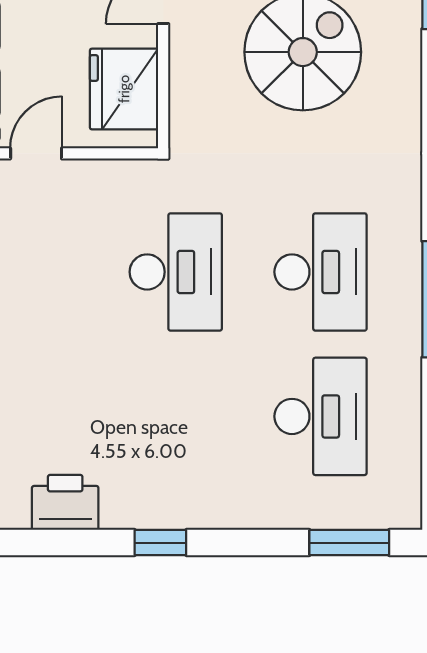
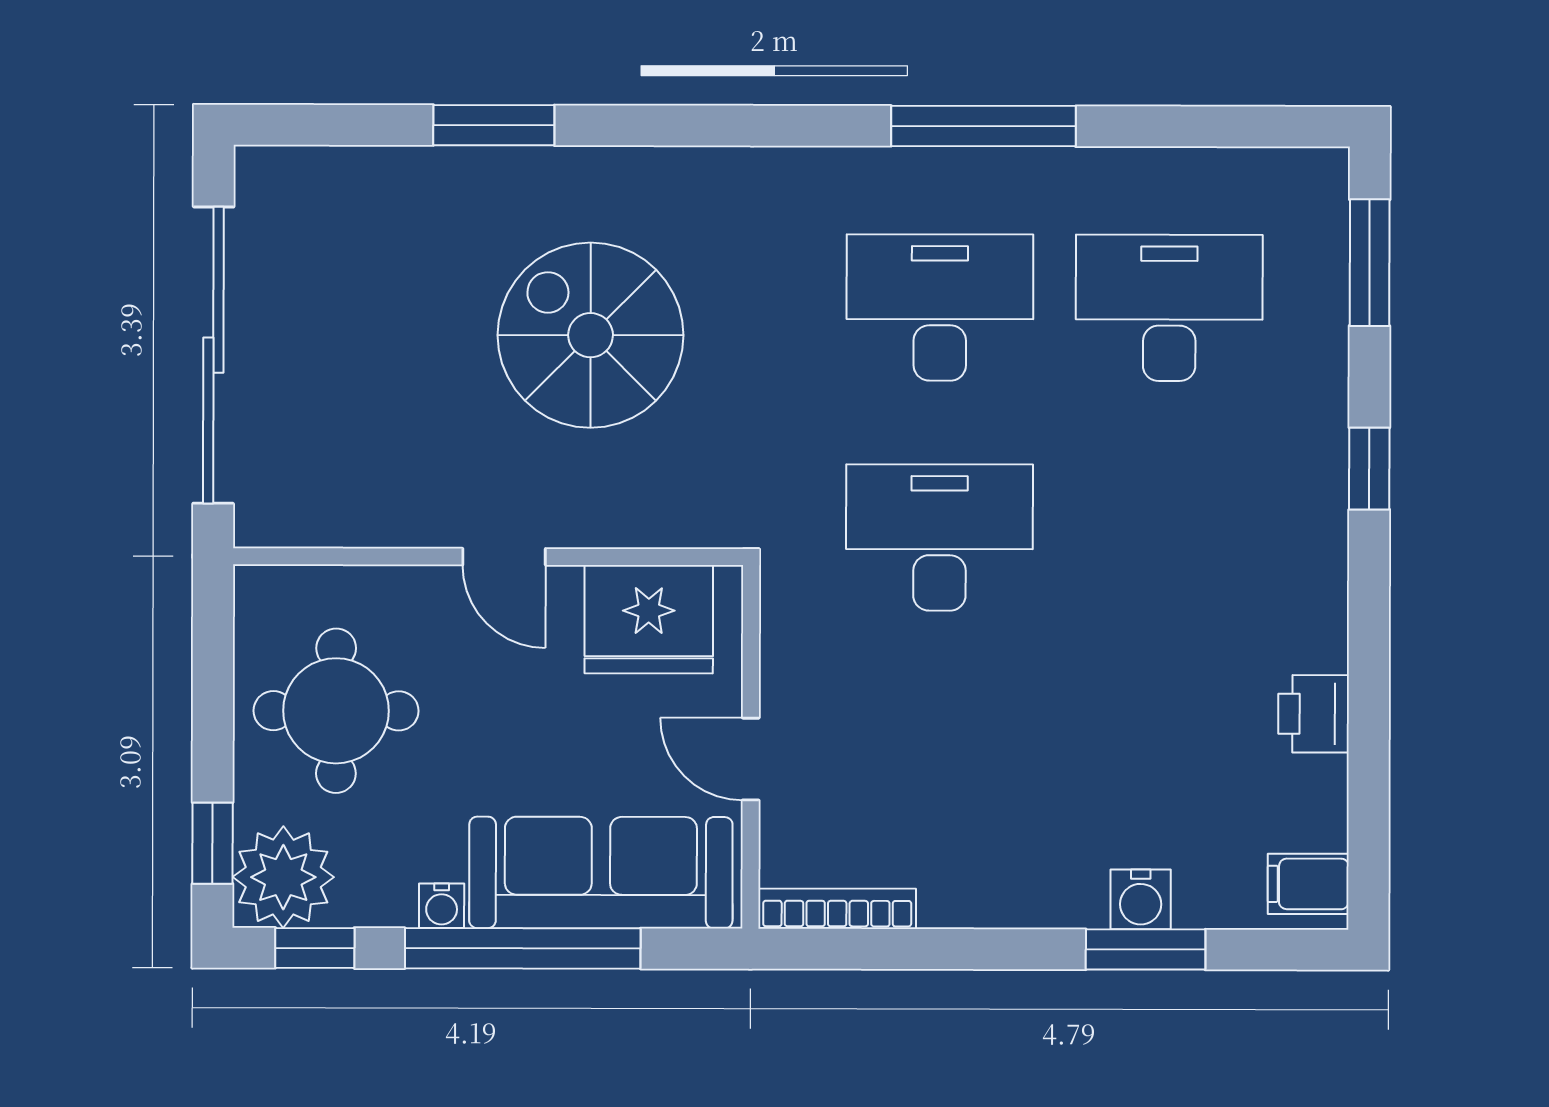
printer: (65, 502) -> (1314, 714), width x0.73, depth x0.81
window: (160, 543) -> (1369, 469), moved

